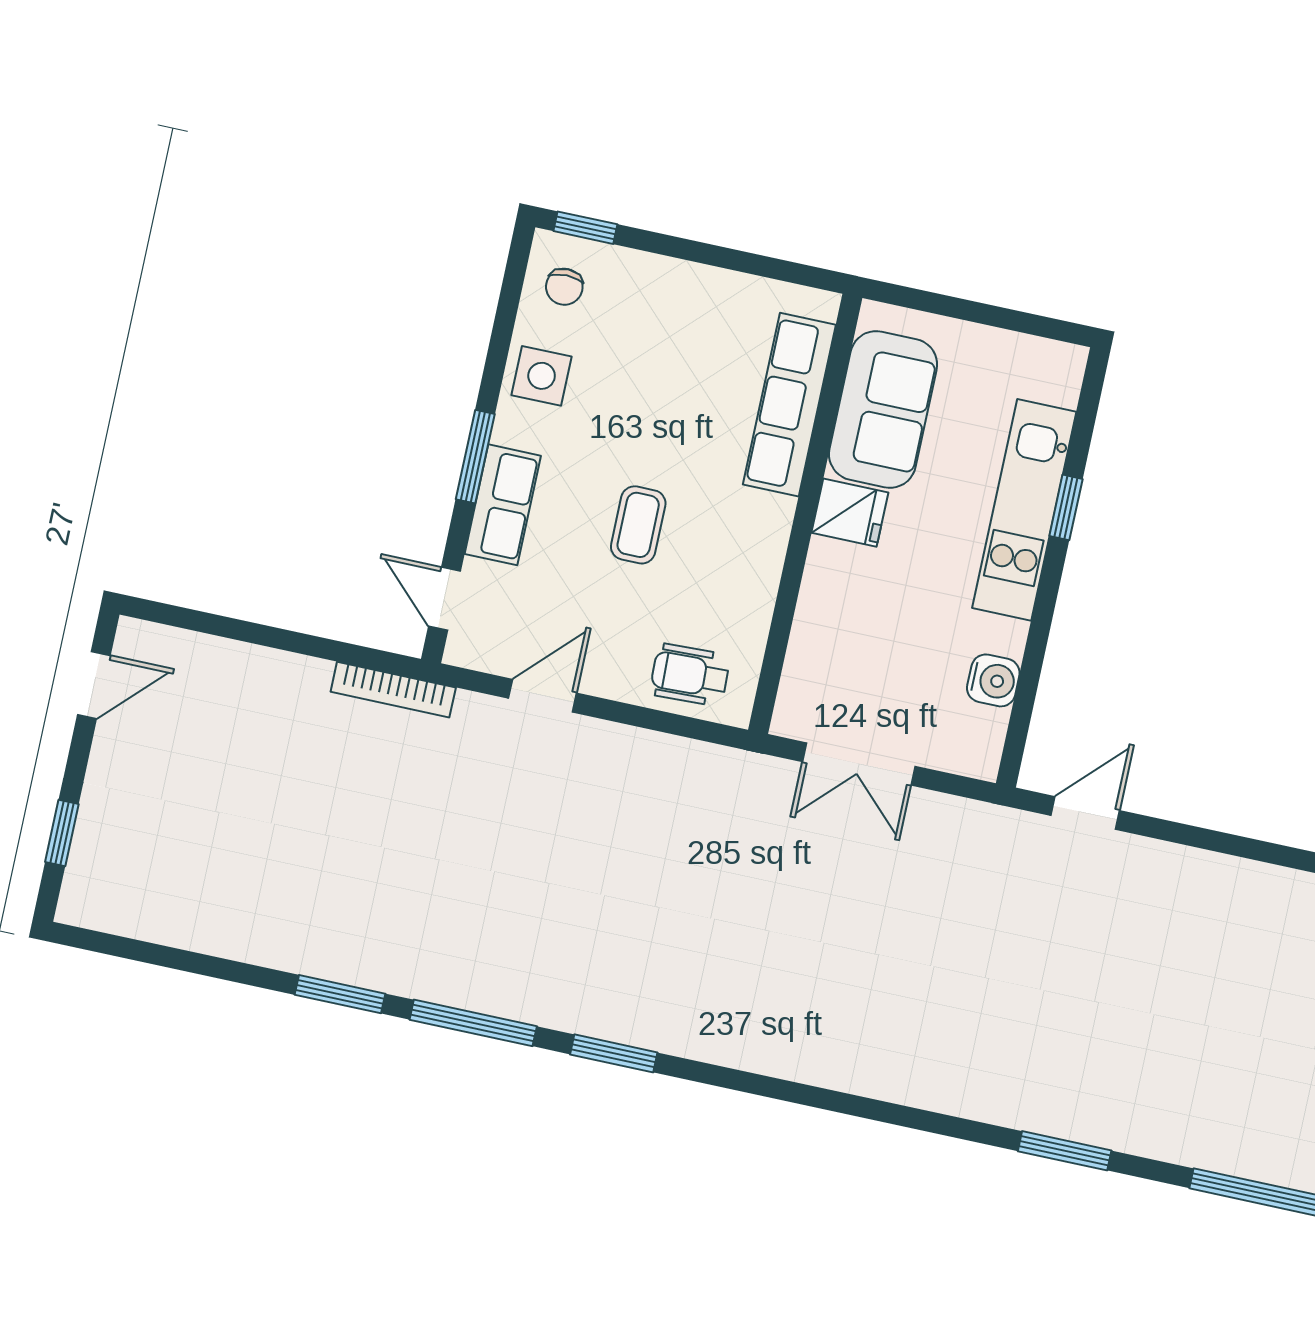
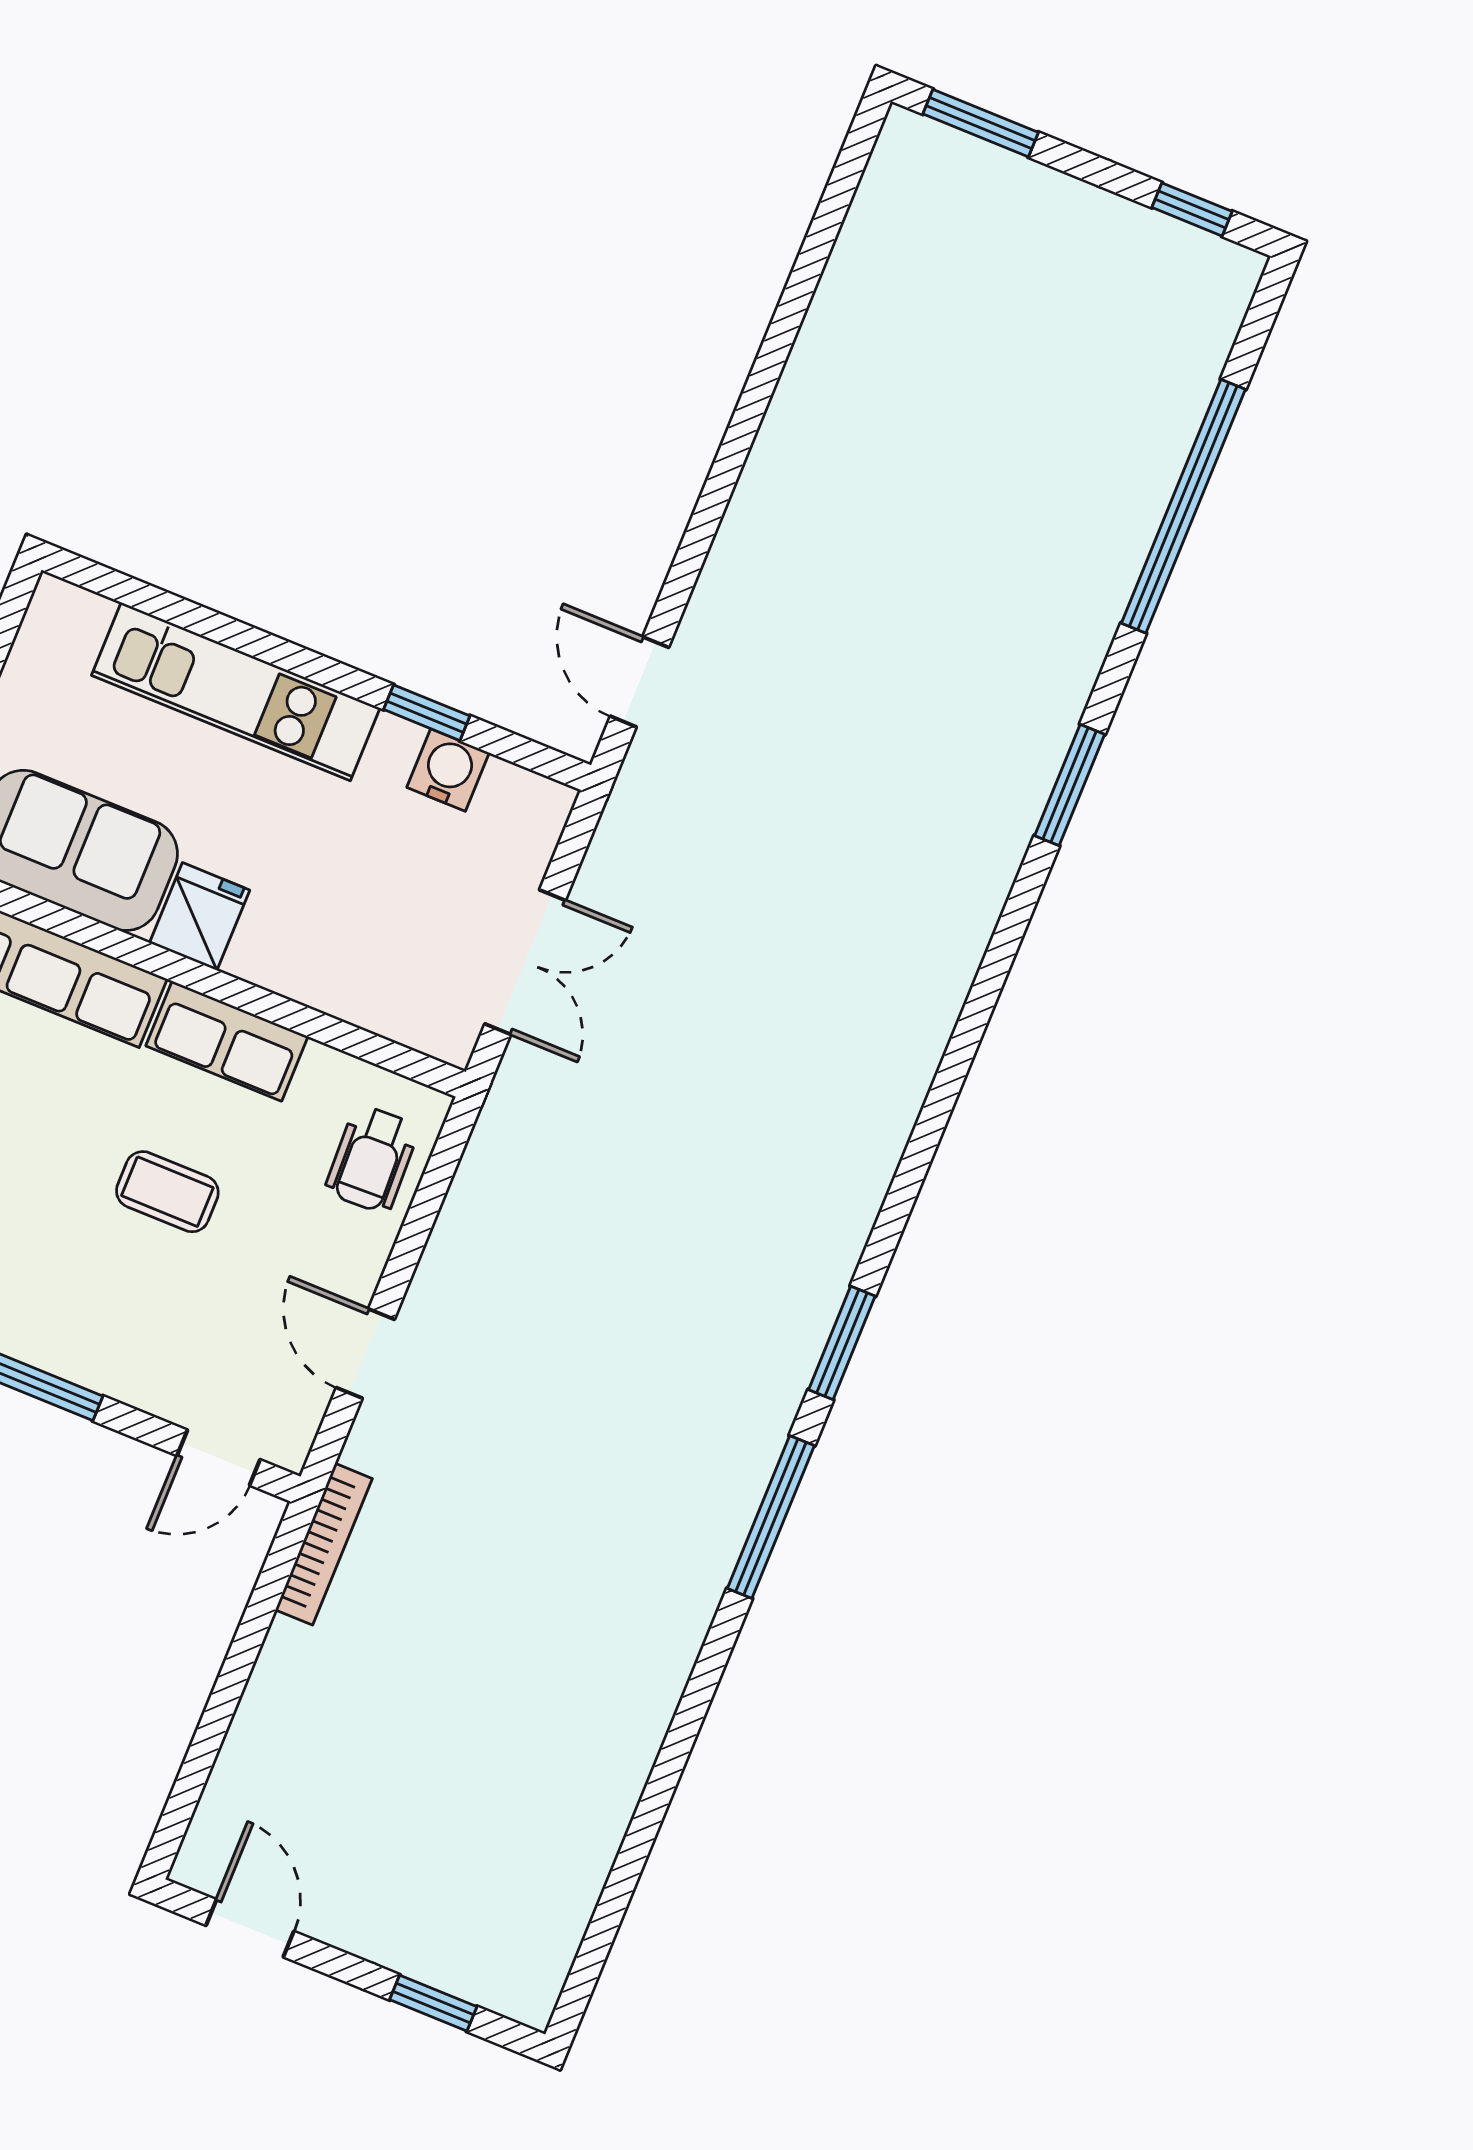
row of seats: (503, 505) -> (227, 1041), moved, turned 180
window: (1066, 507) -> (427, 713), moved
window: (340, 994) -> (704, 1682), removed

